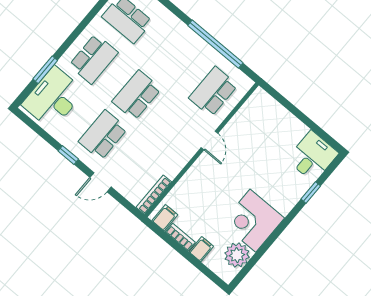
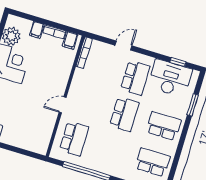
school desk: (94, 59) -> (164, 126), turned 90
desk: (53, 98) -> (170, 78), moved, turned -90
door: (209, 140) -> (63, 105), hinge flipped
window: (68, 155) -> (178, 62), moved

